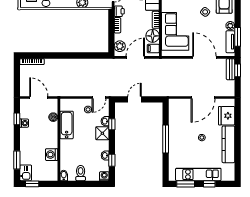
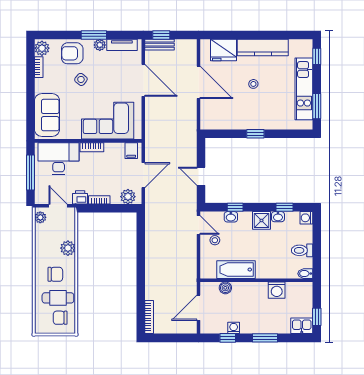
floor lamp: (153, 36) -> (114, 152), removed
window: (238, 37) -> (94, 35), moved
door: (135, 57) -> (143, 175), swing flipped
door: (204, 57) -> (143, 80), swing flipped
shower: (102, 133) -> (261, 220), moved
window: (166, 139) -> (255, 134), width x0.46
window: (17, 160) -> (265, 338), moved
window: (209, 184) -> (317, 56), moved

